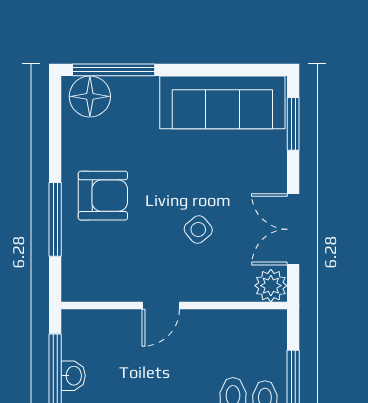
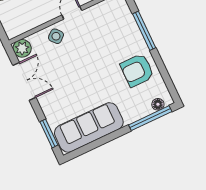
floor lamp: (90, 96) -> (158, 104), width x0.53, depth x0.53
armchair: (103, 196) -> (137, 70), moved
side table: (198, 230) -> (56, 36), moved

